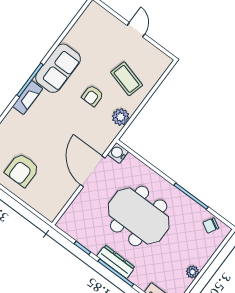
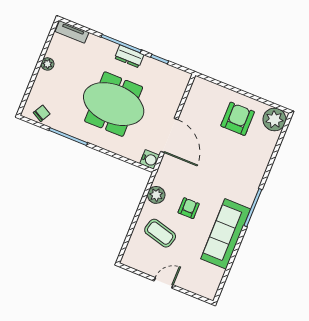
door: (136, 30) -> (164, 283), swing flipped
sofa: (58, 68) -> (226, 234), width x1.36
fireplace: (28, 98) -> (251, 190), removed
dresser: (116, 262) -> (129, 56), width x0.70

